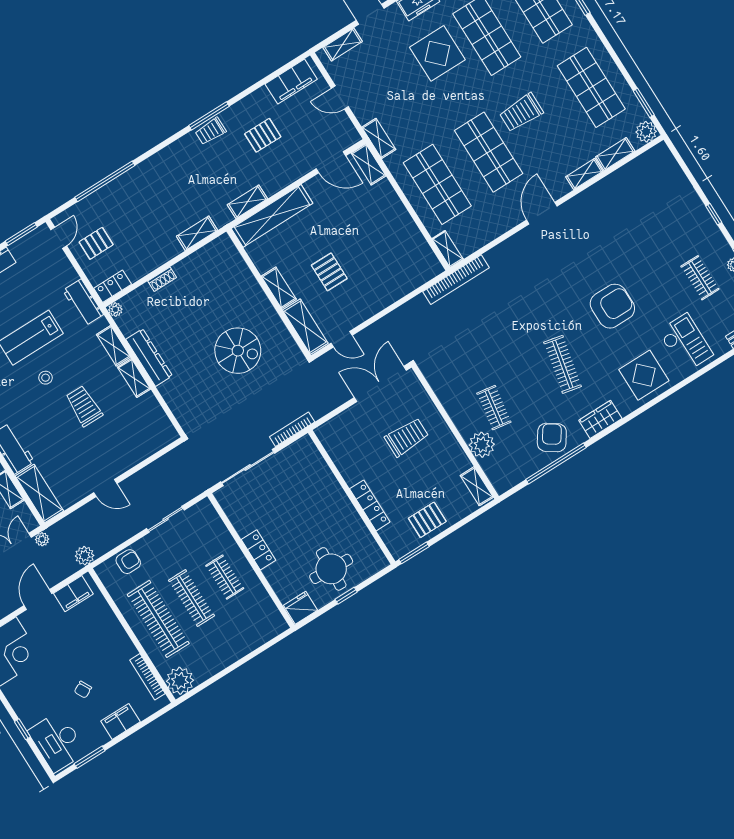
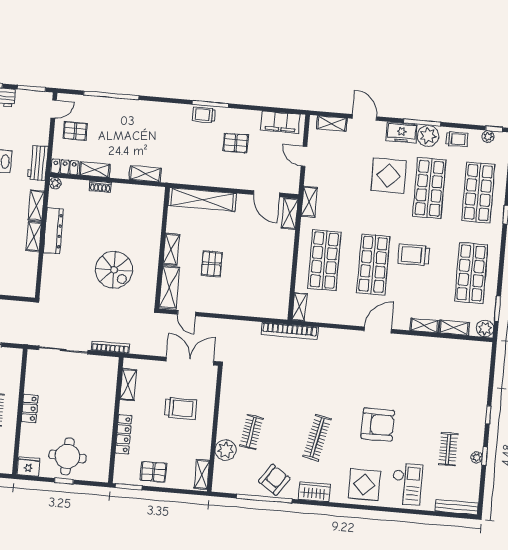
shelving: (247, 202) -> (95, 170), moved
shelving: (337, 453) -> (128, 385), added

